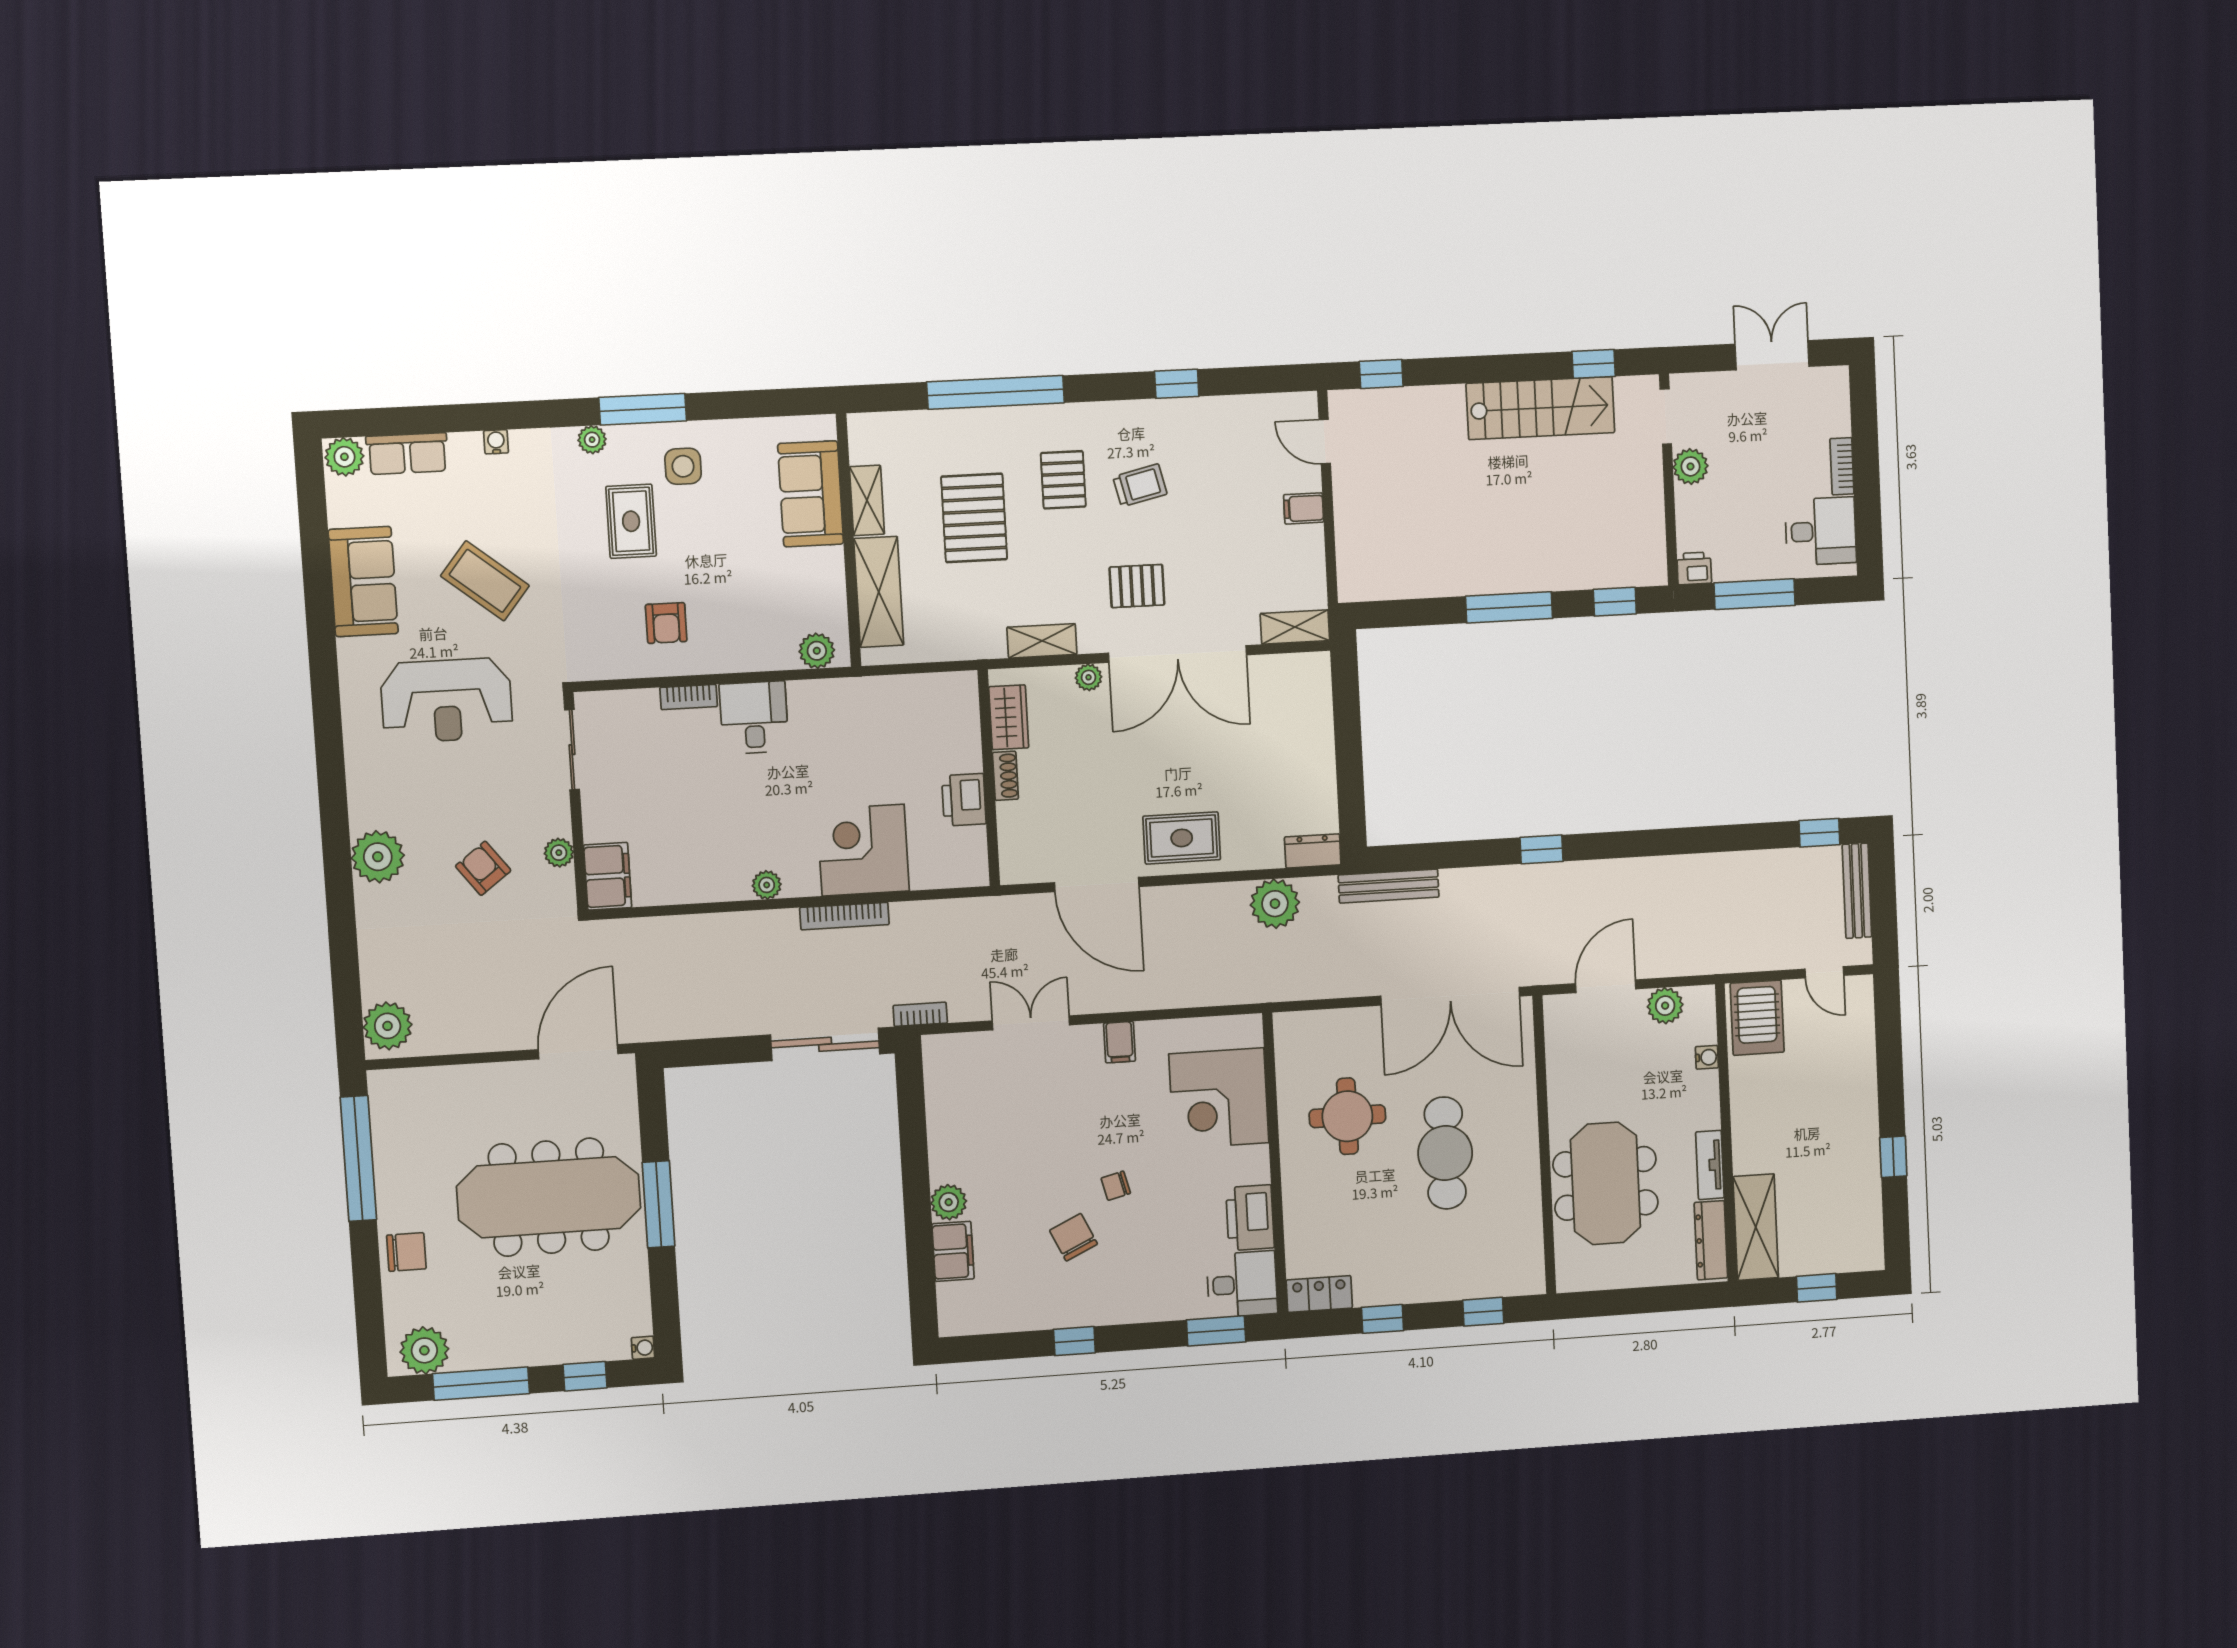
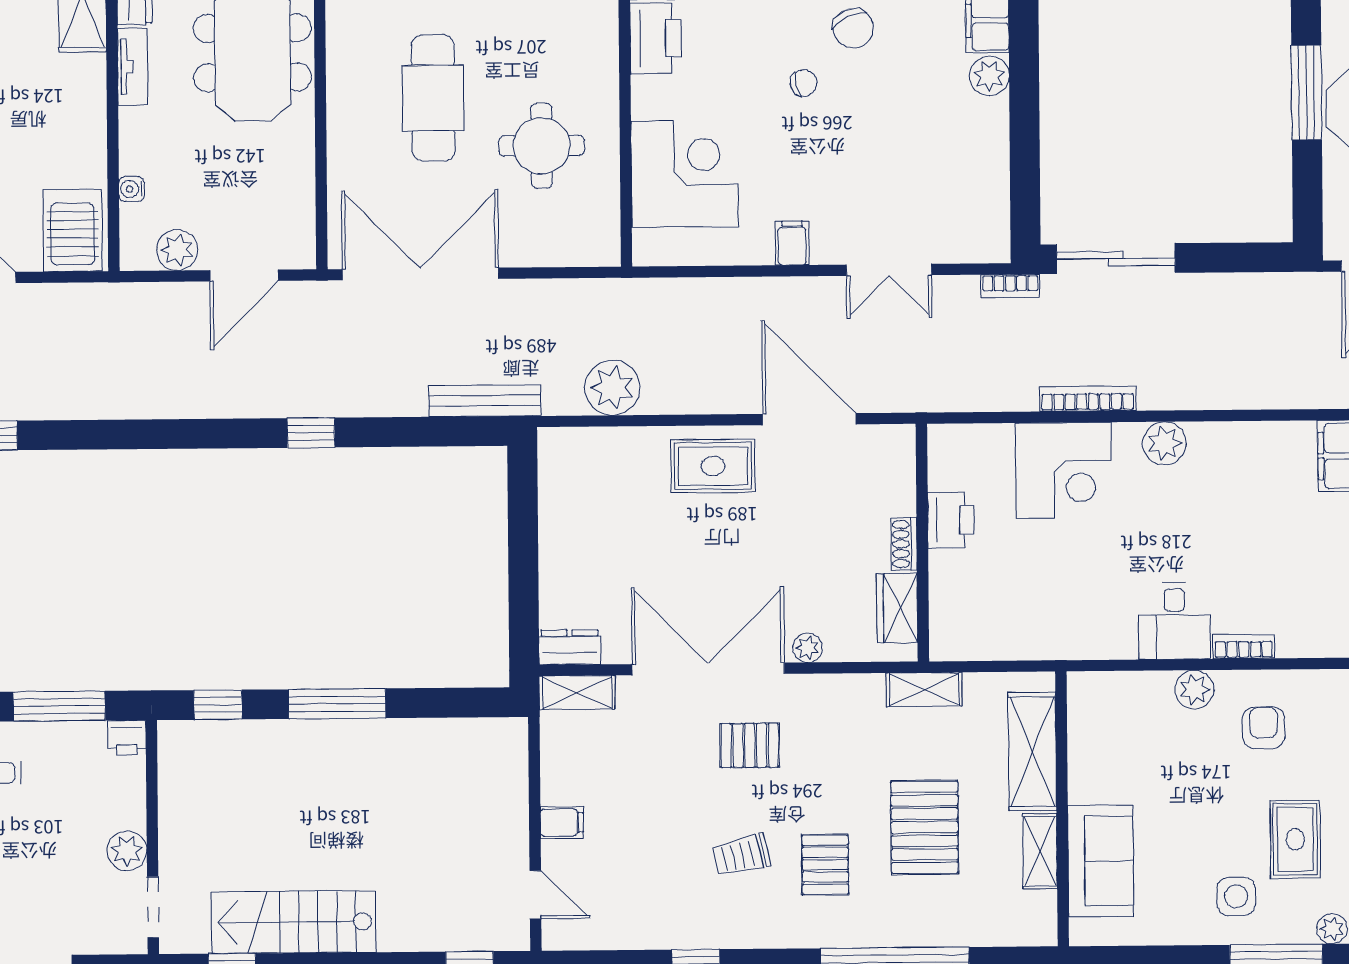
shelving: (1042, 641) -> (924, 690), moved
plant: (817, 651) -> (1194, 690), moved
dresser: (1313, 851) -> (570, 647), moved, turned 180
plant: (767, 885) -> (1165, 443), width x1.38, depth x1.38

